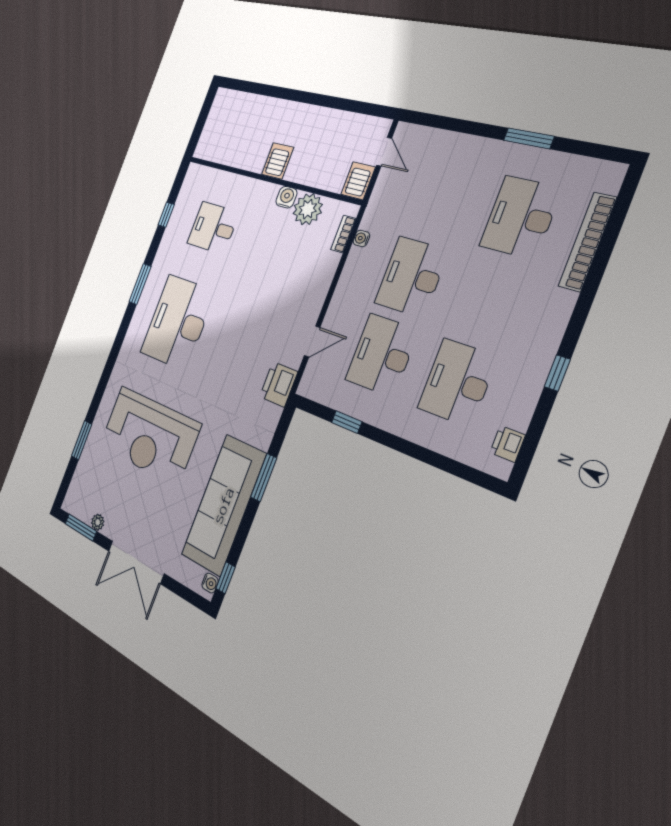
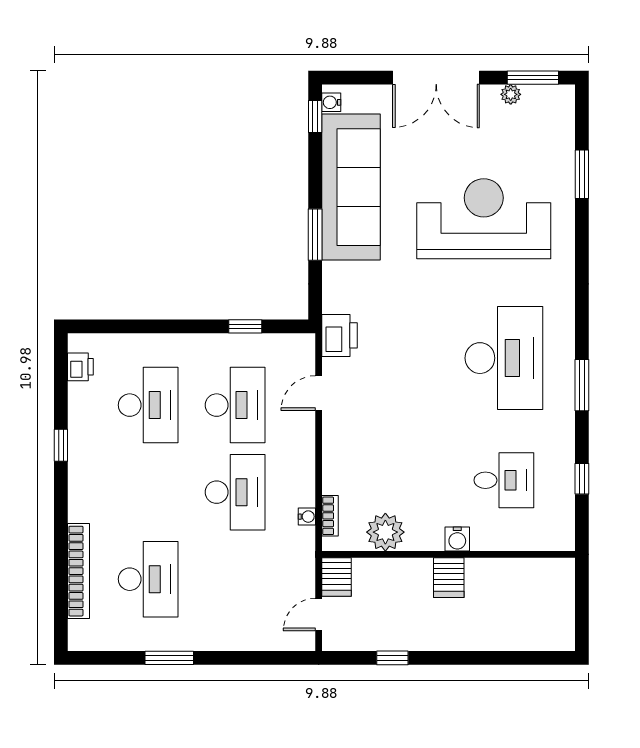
window: (342, 104) -> (392, 658), added
door: (384, 152) -> (319, 614), hinge flipped
water cooler: (286, 197) -> (457, 539), moved
double door: (136, 562) -> (436, 78), swing flipped

